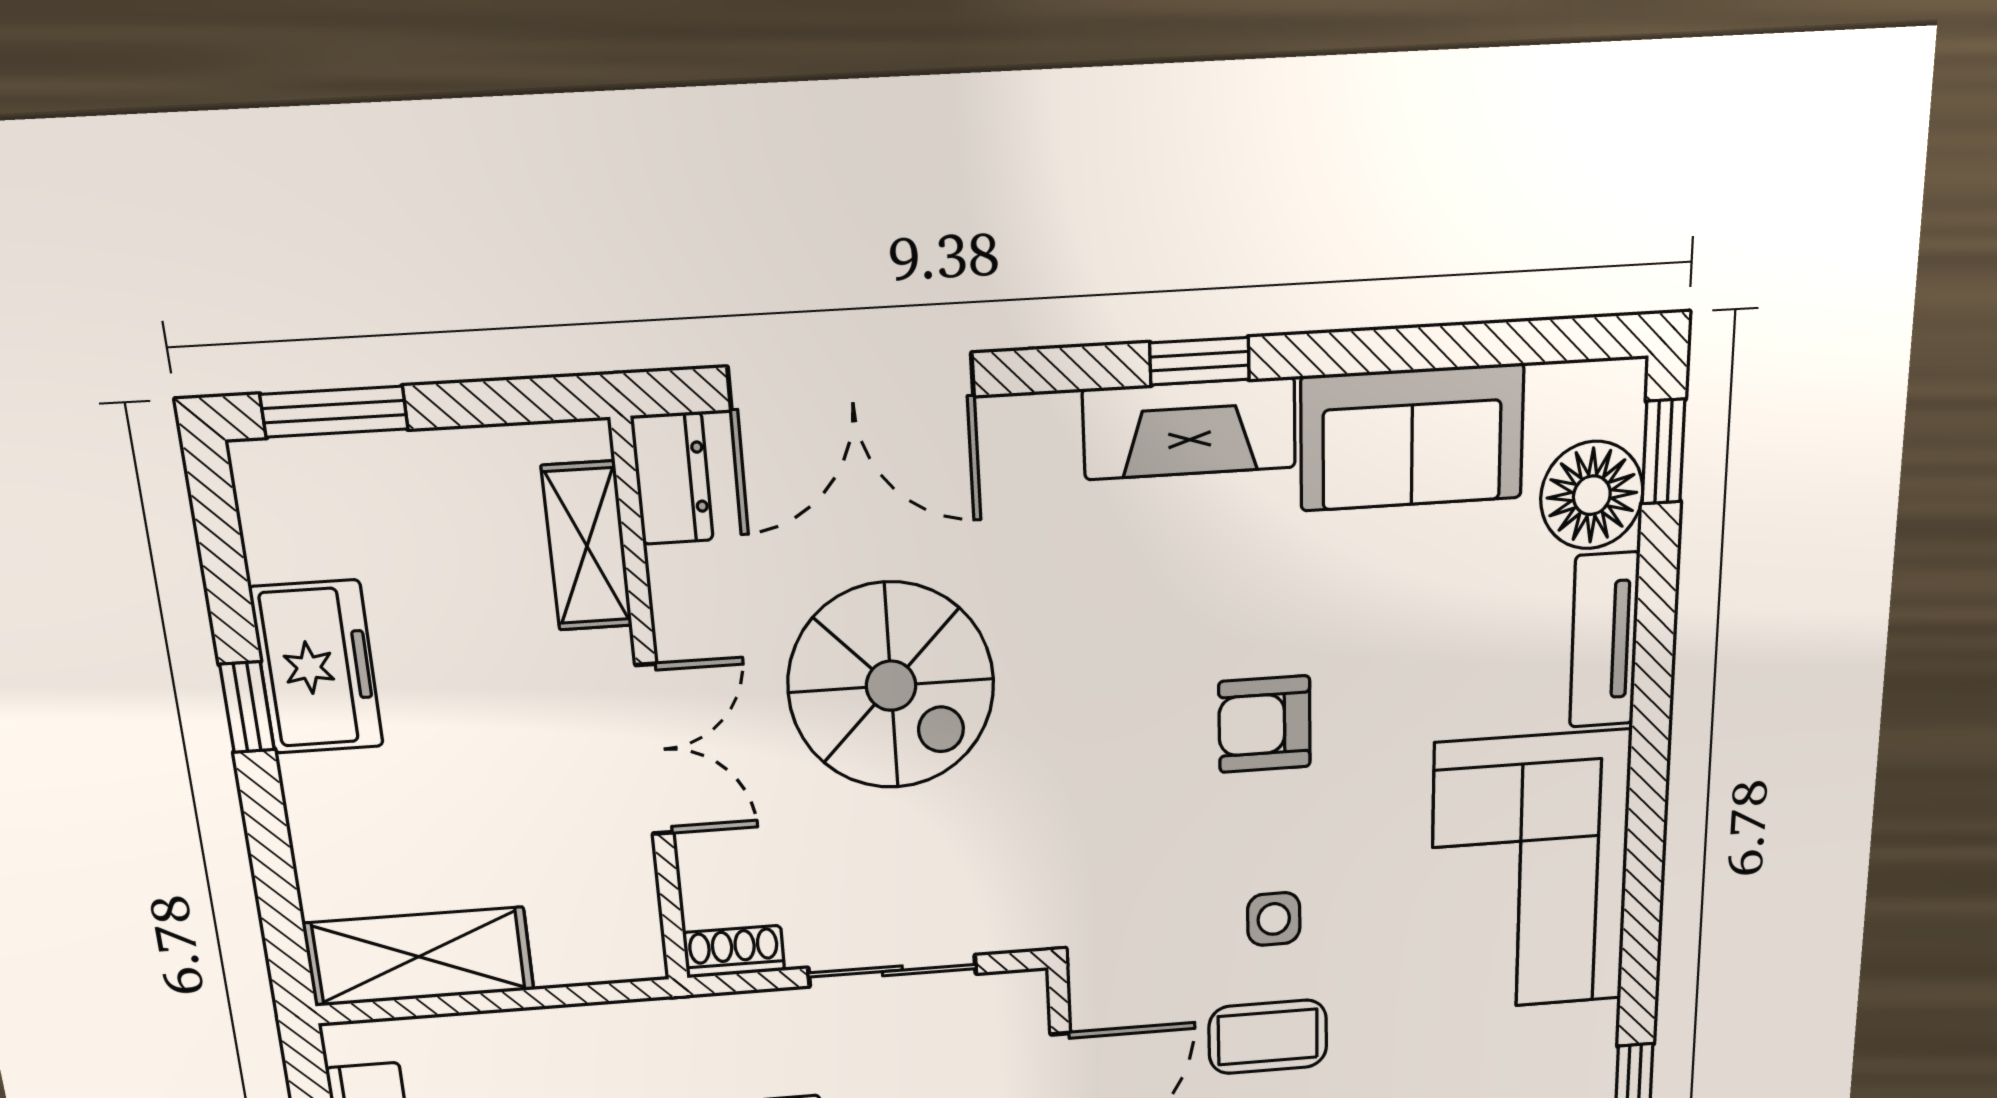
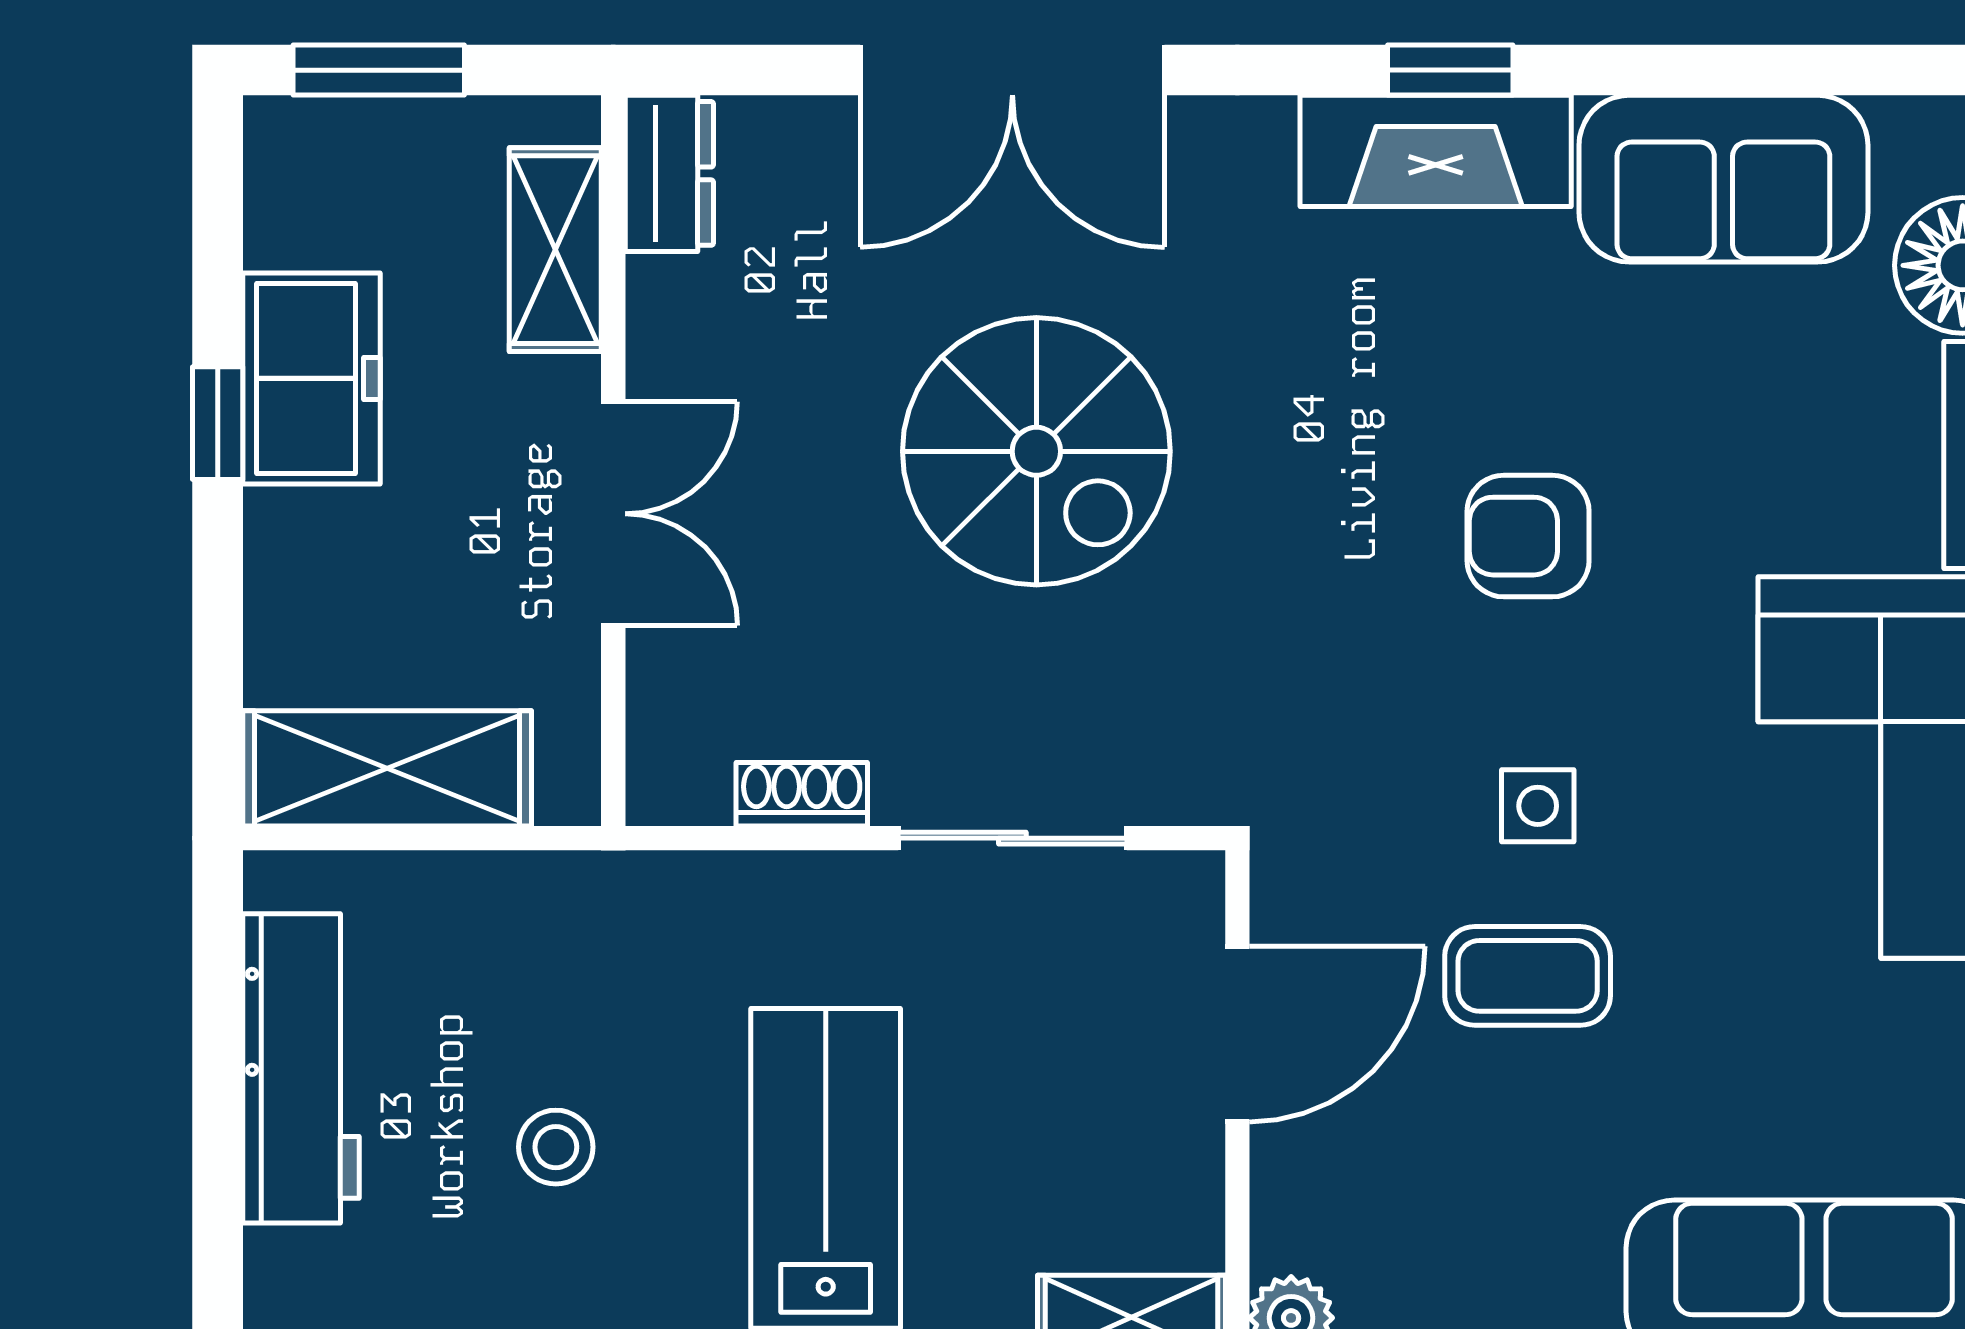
dresser: (672, 478) -> (669, 173), moved
shelving: (587, 546) -> (555, 250), moved
wall: (650, 709) -> (613, 461), moved
double door: (655, 750) -> (613, 514), moved

